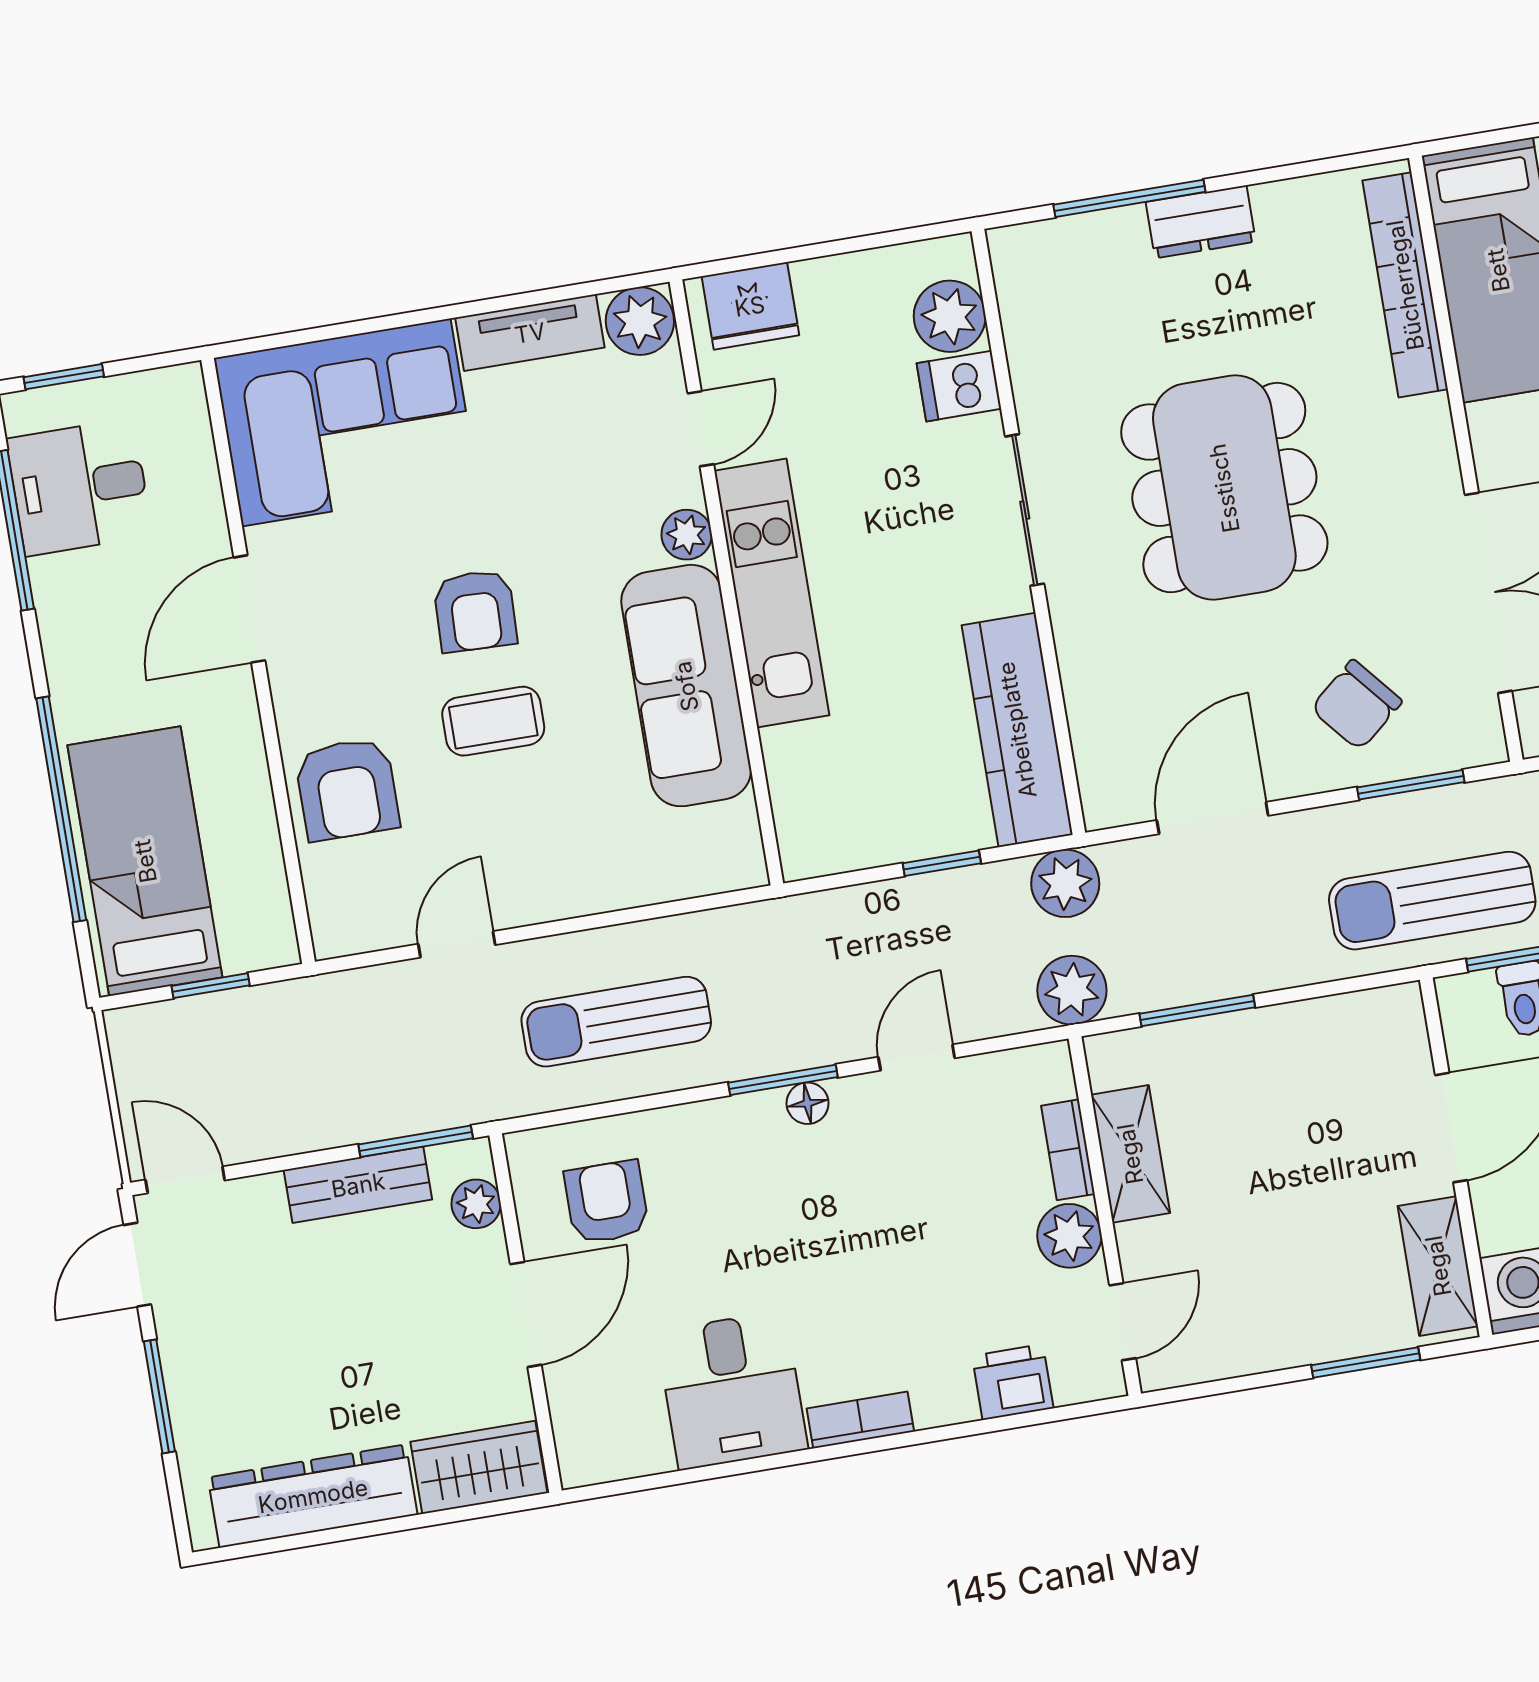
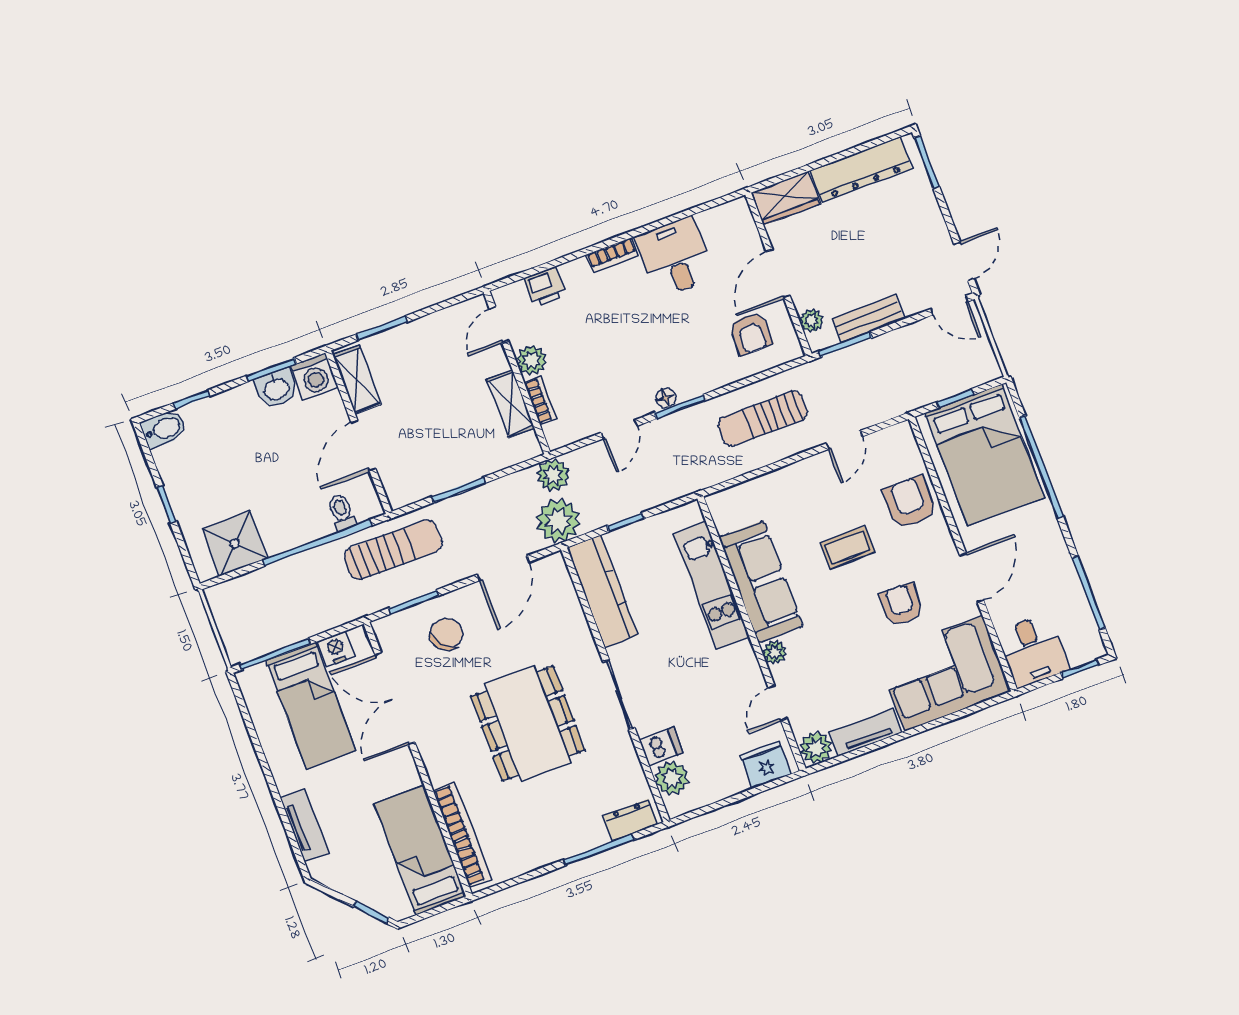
dresser: (1201, 222) -> (630, 820), moved
desk: (79, 487) -> (1033, 650), moved, turned 90
kitchen unit: (772, 593) -> (712, 585), moved
armchair: (475, 611) -> (901, 605), moved
bed: (145, 861) -> (985, 455), width x1.50
plant: (1065, 883) -> (558, 521), width x1.36, depth x1.36
window: (1197, 1011) -> (458, 490), moved
sun lounger: (616, 1022) -> (763, 419), turned 180
window: (159, 1396) -> (927, 162), moved

